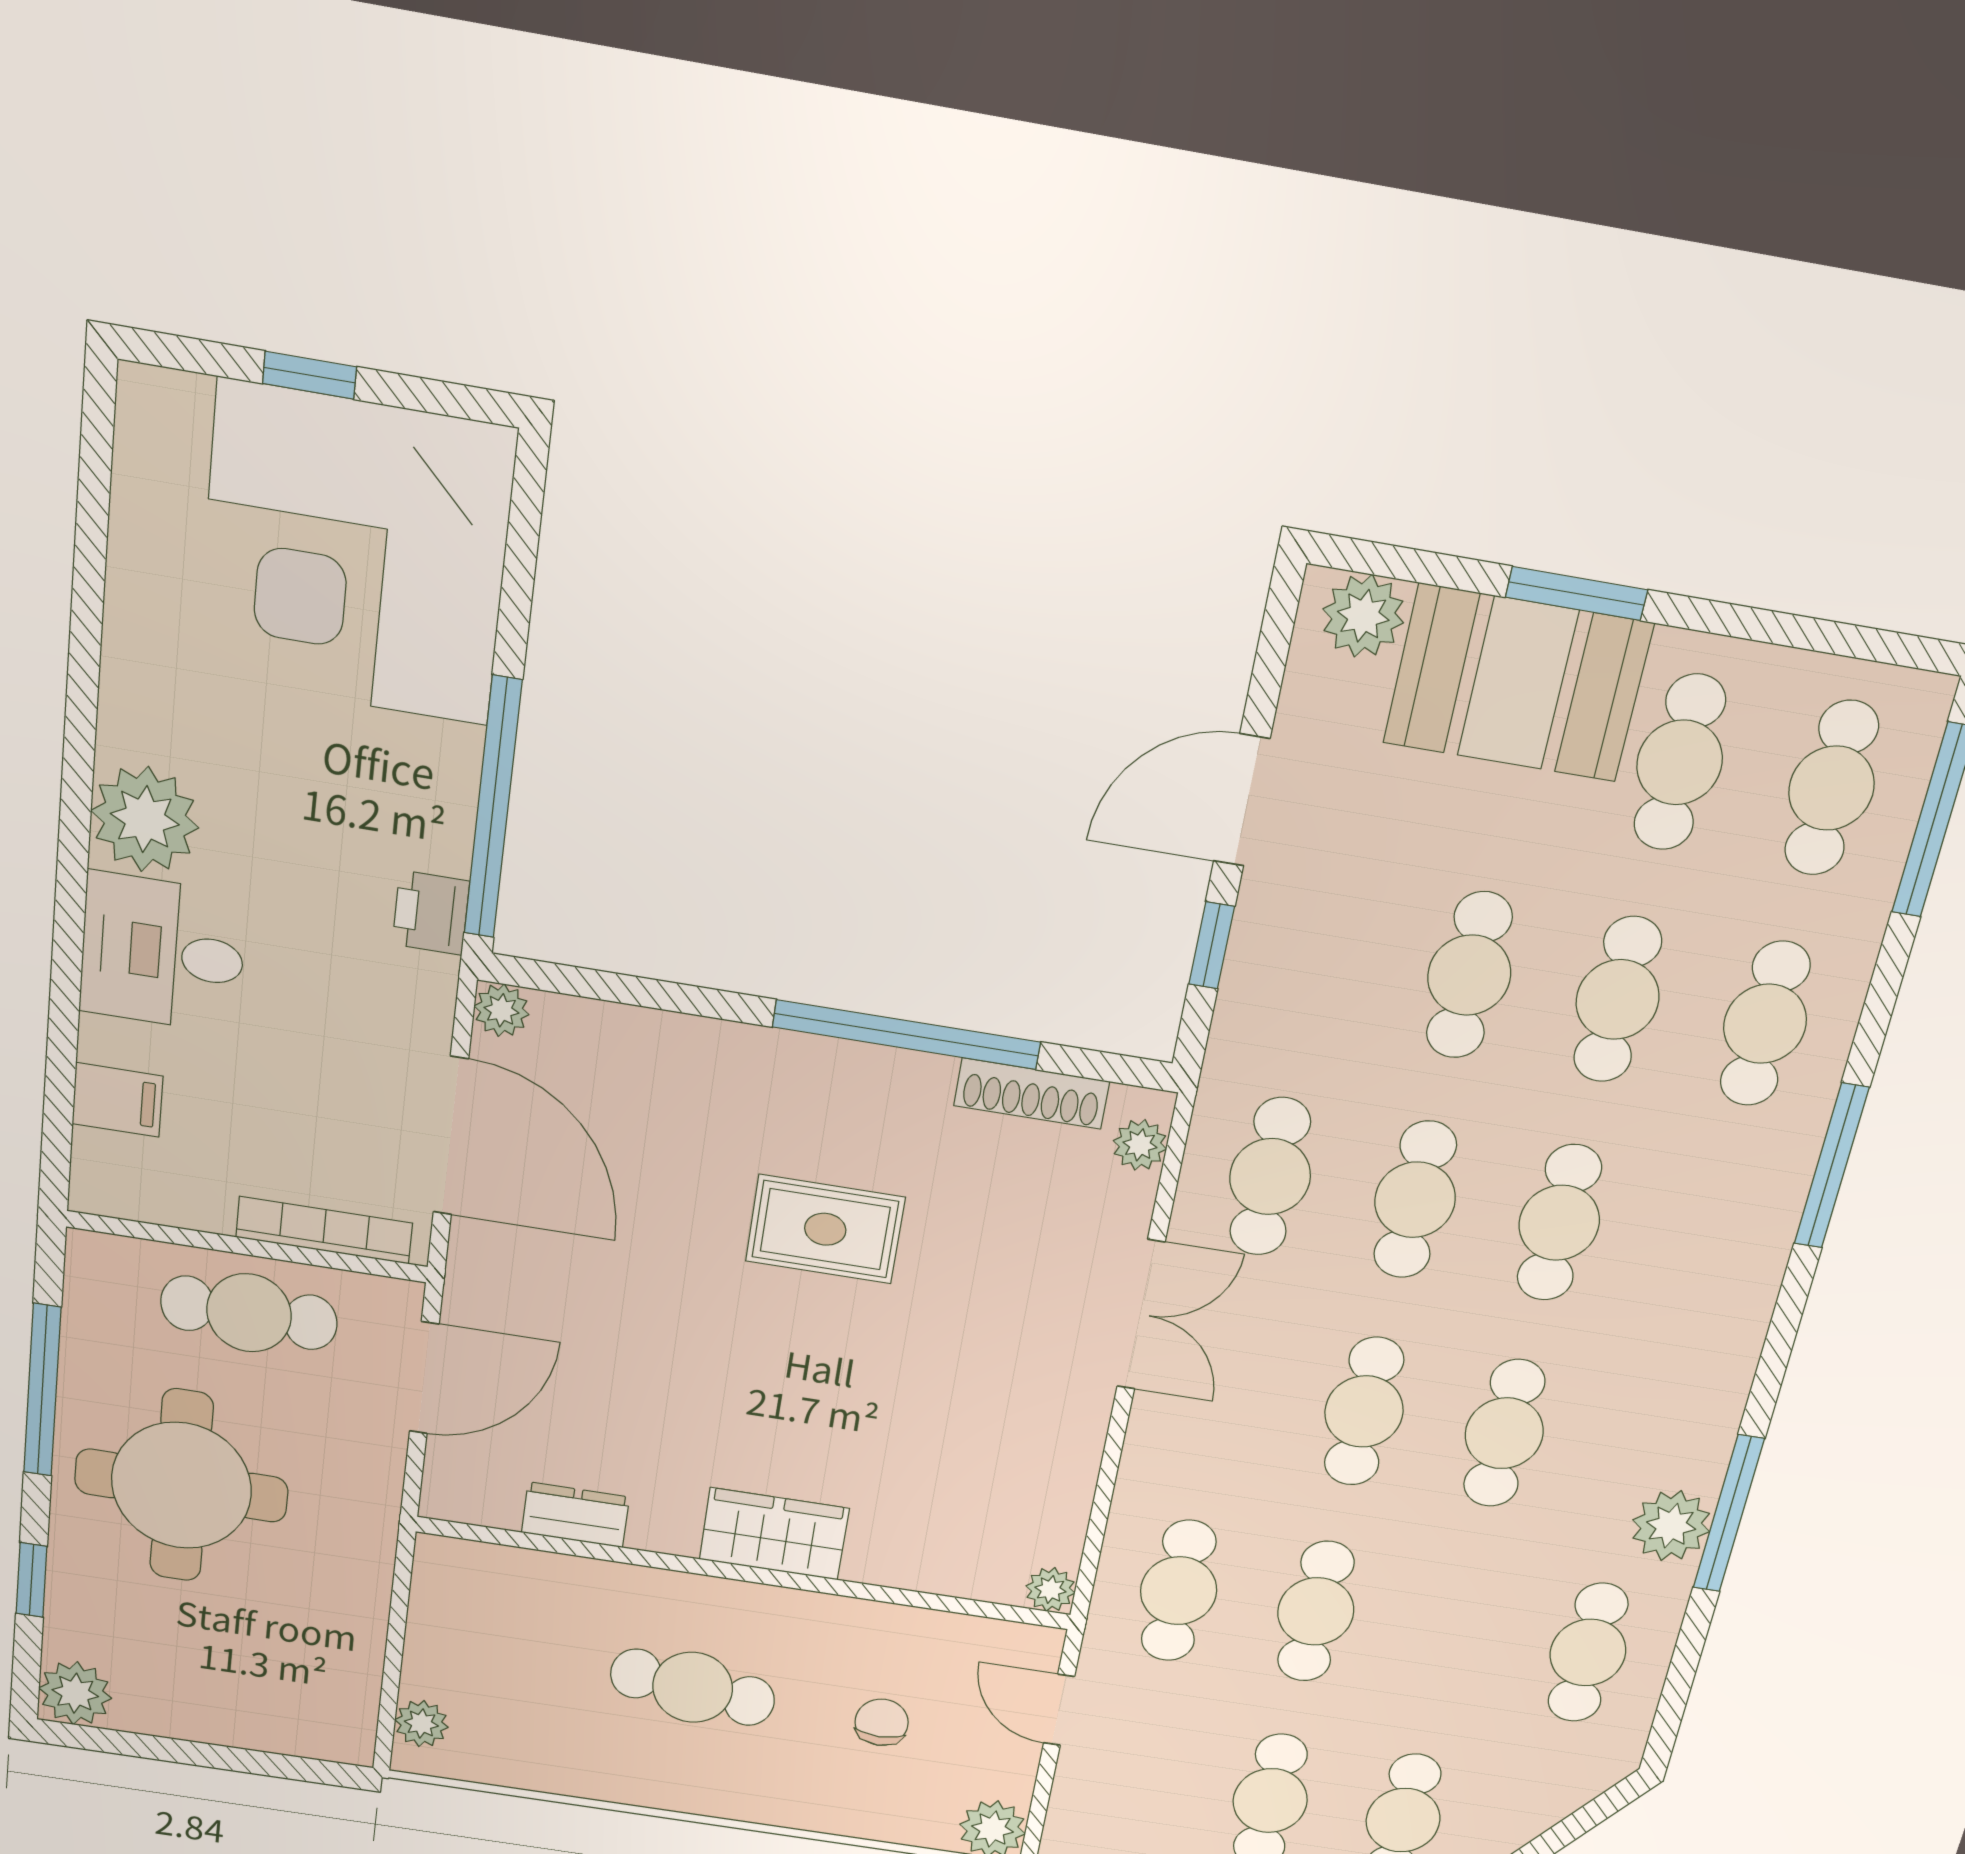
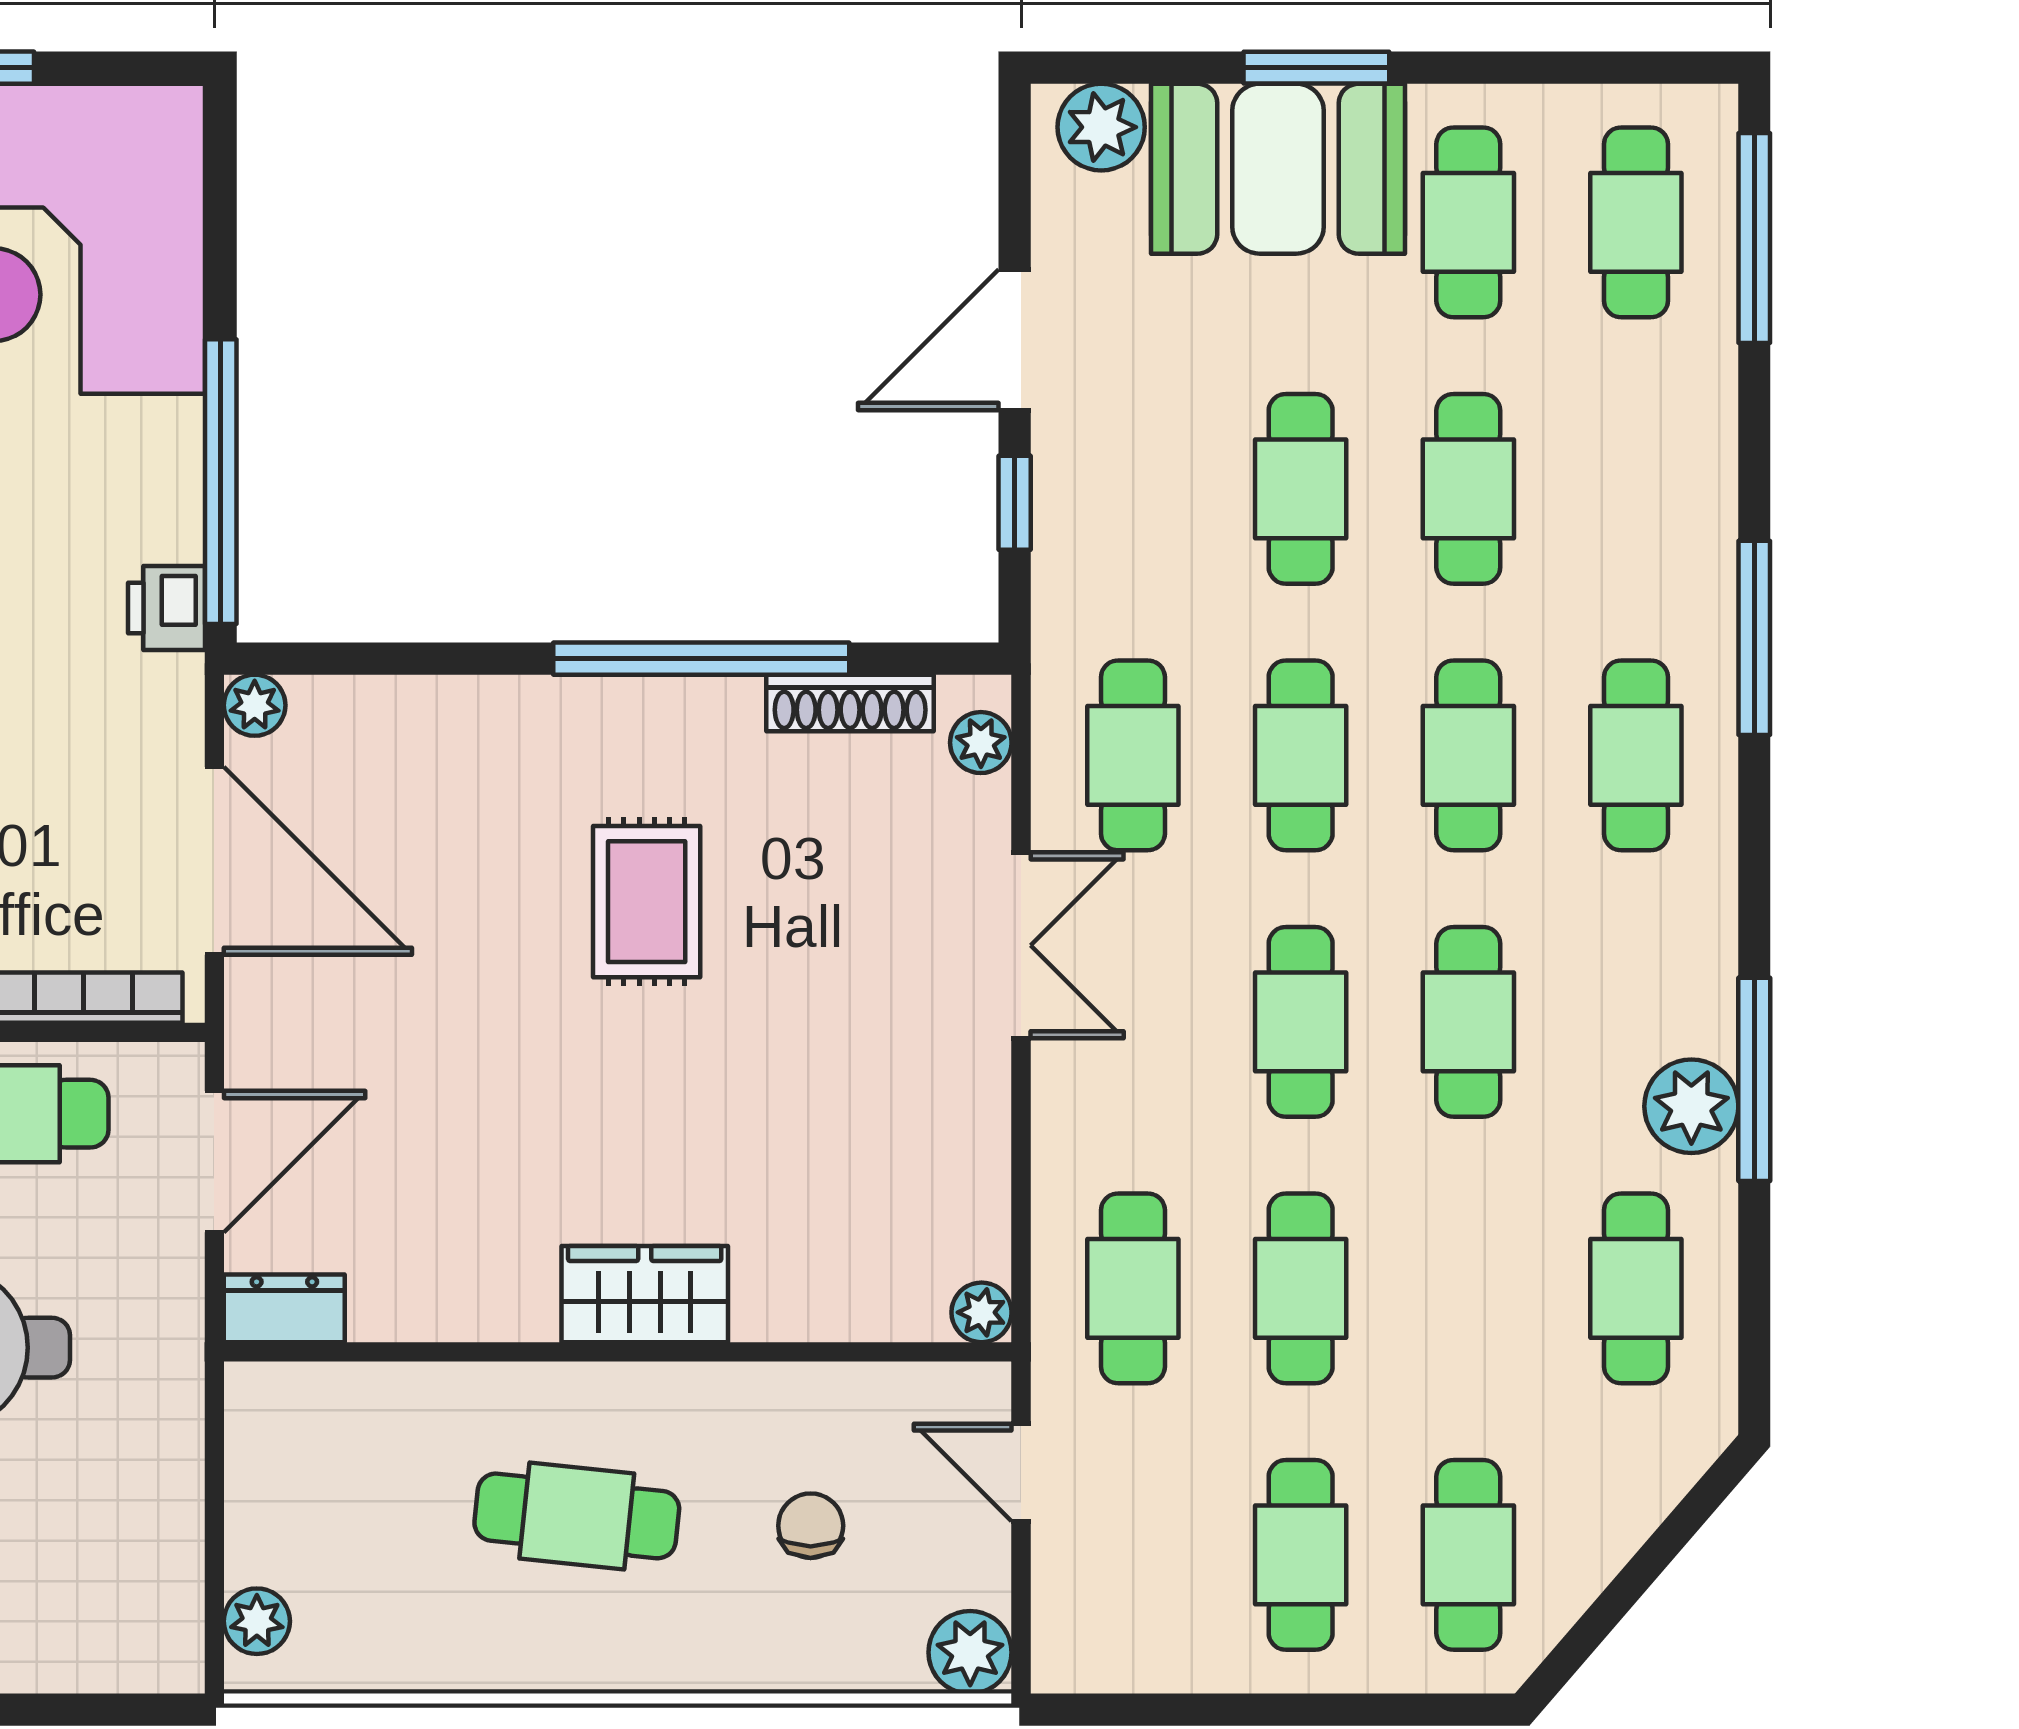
cafe table: (1765, 1024) -> (1636, 755), moved
rug: (825, 1229) -> (647, 902), turned 90
dresser: (575, 1515) -> (284, 1308), moved

